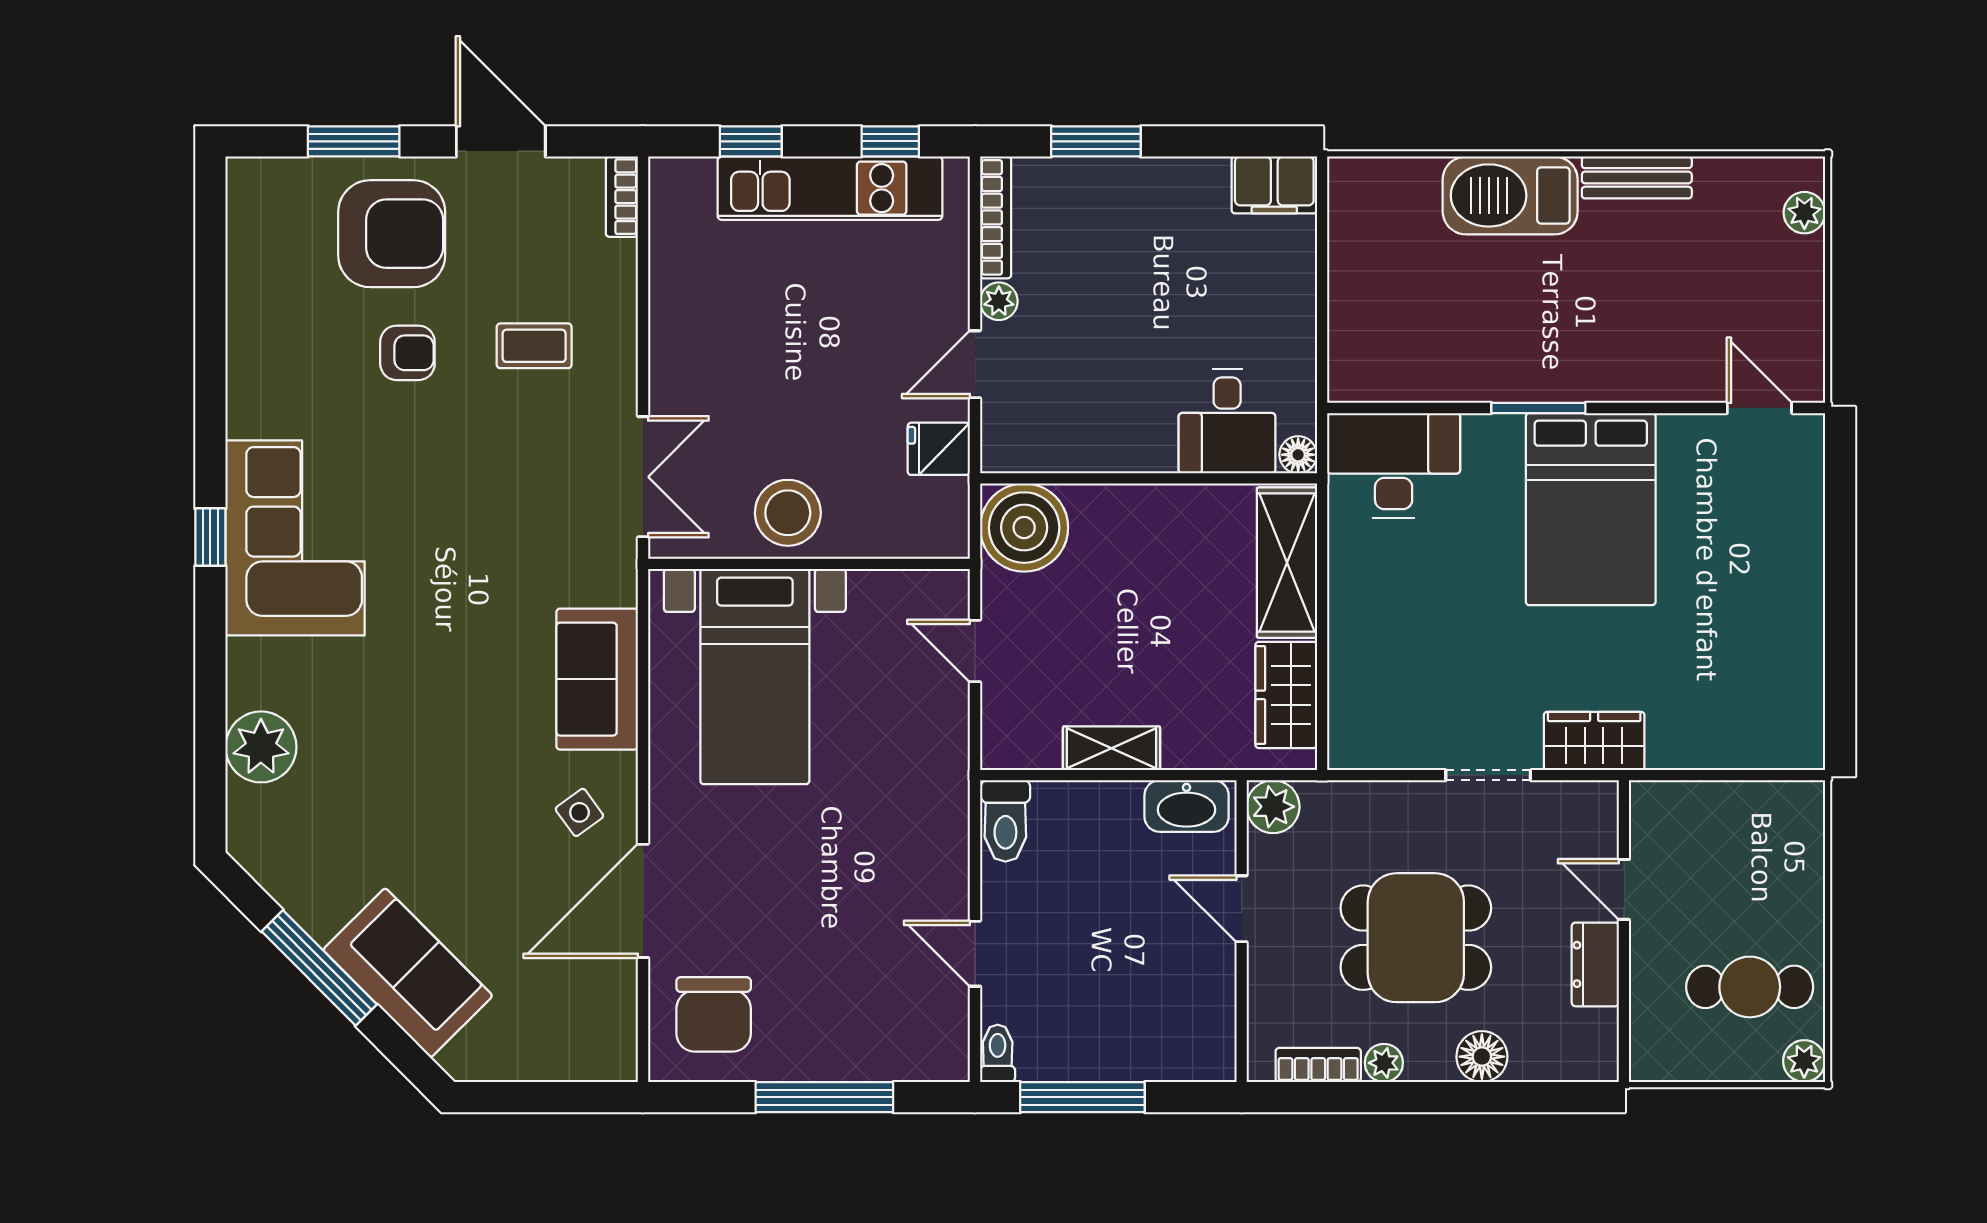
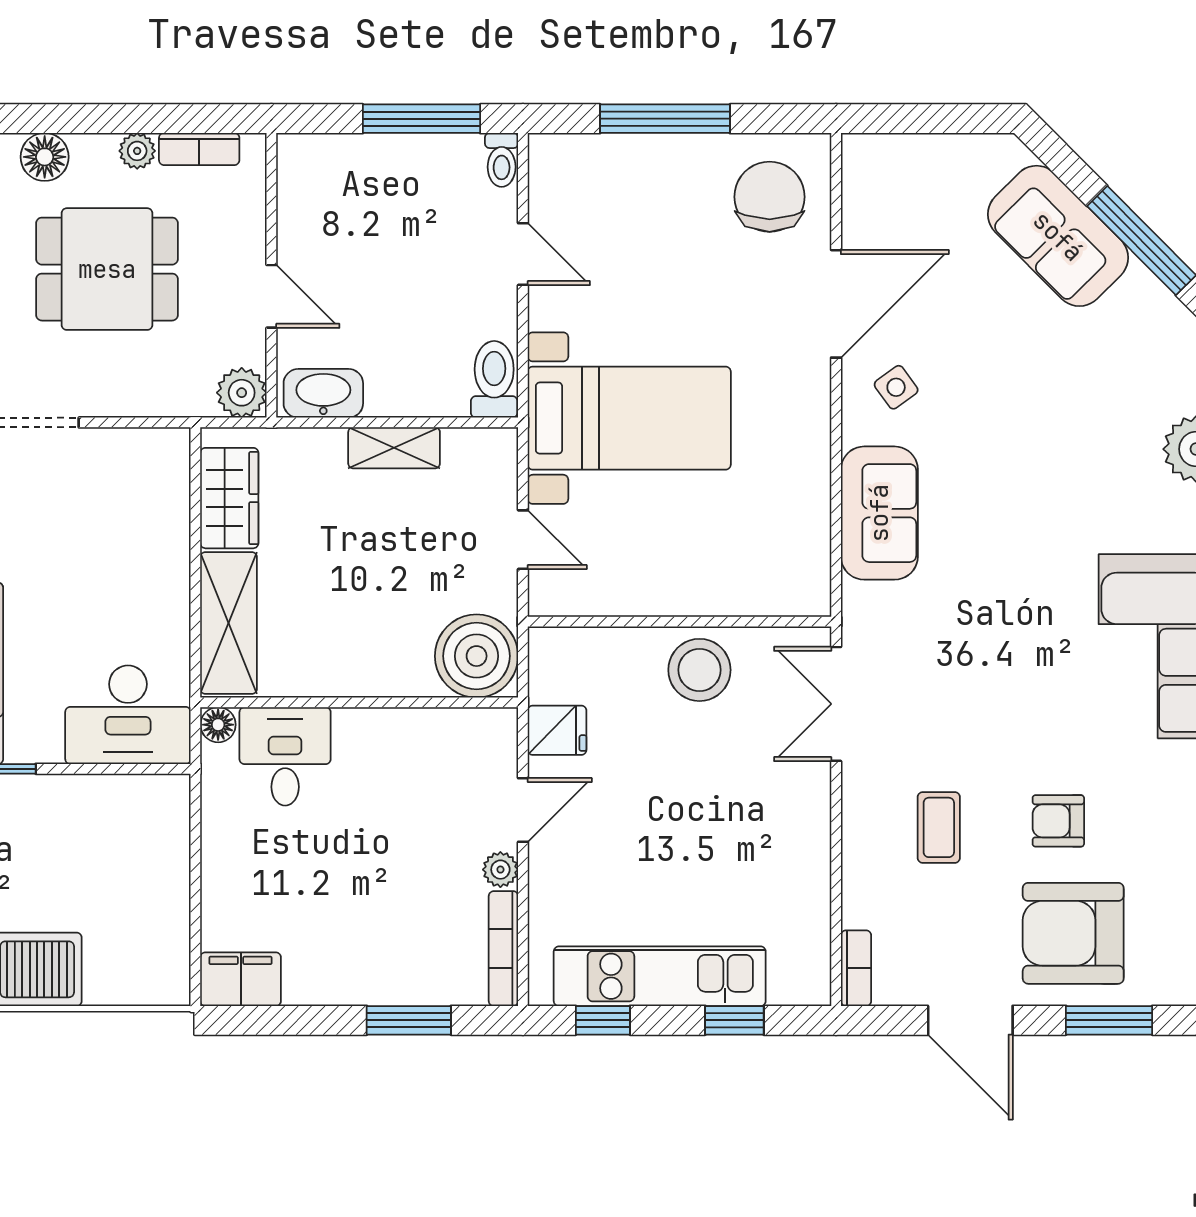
coffee table: (534, 346) -> (939, 827), turned 90
bed with nightstands: (755, 677) -> (629, 418), moved, turned 90

